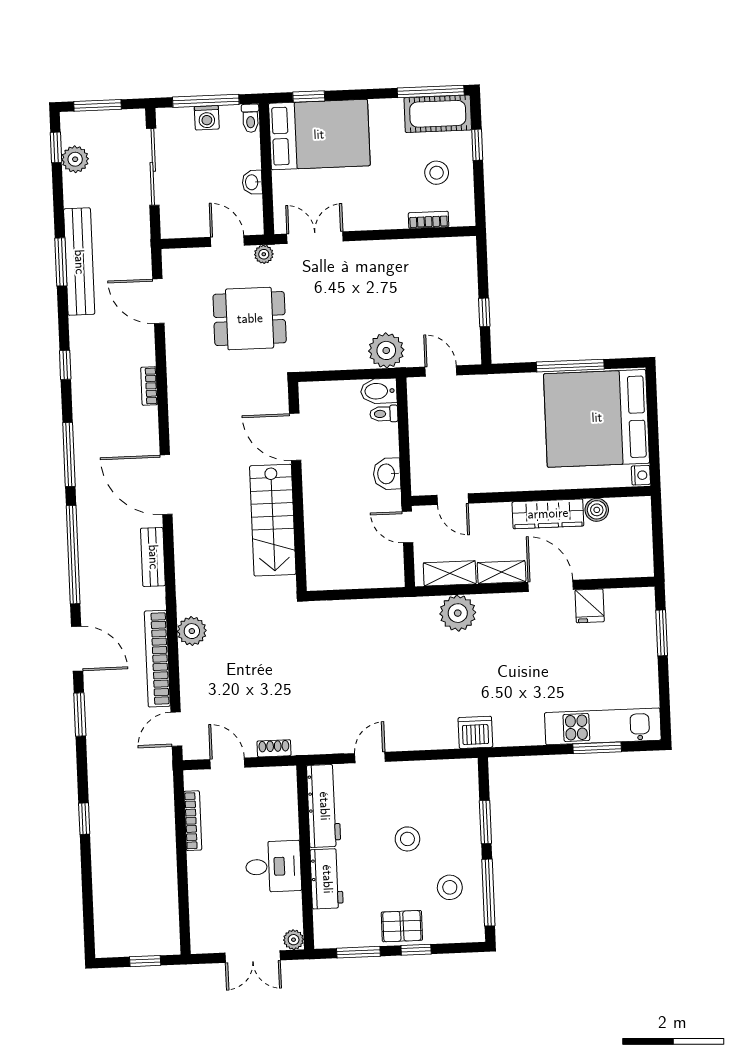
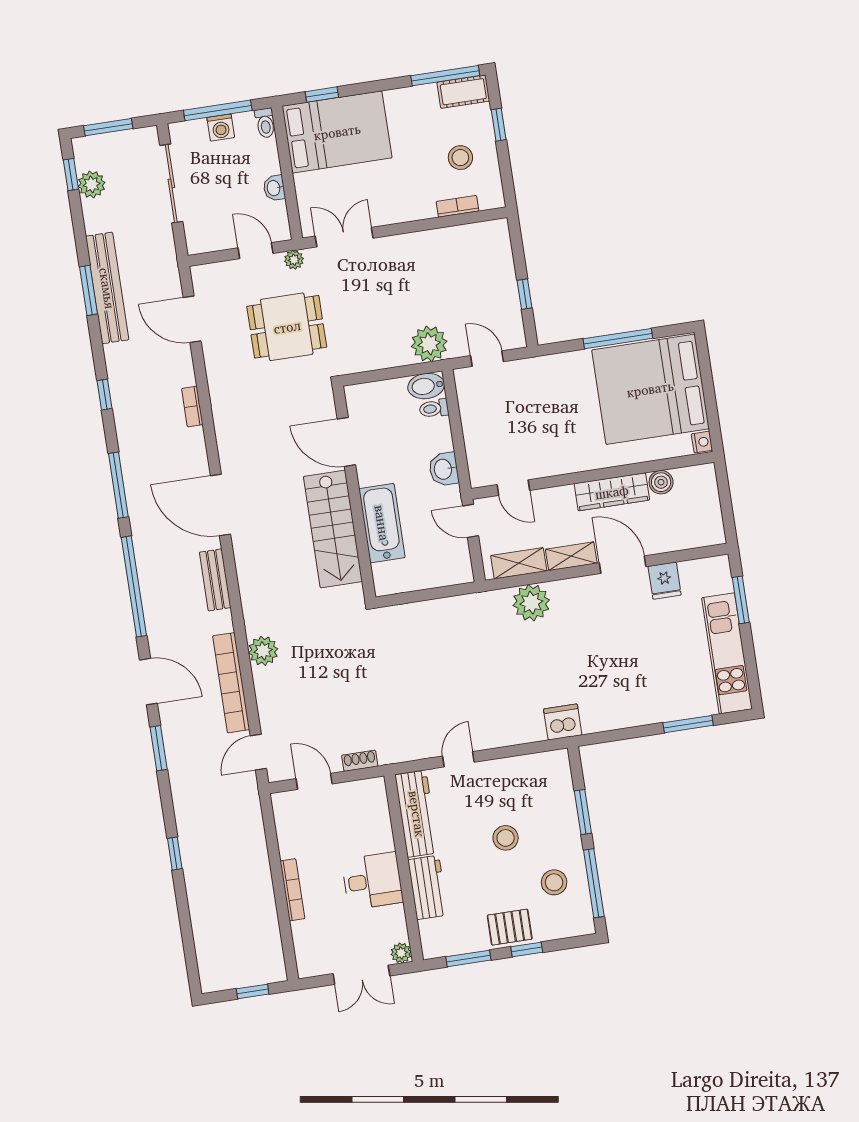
cot: (438, 114) -> (463, 92), width x0.73, depth x0.75
bathtub: (321, 520) -> (382, 523), added
kitchen unit: (603, 726) -> (727, 653), moved, turned -90
bookcase: (193, 821) -> (292, 890), moved

